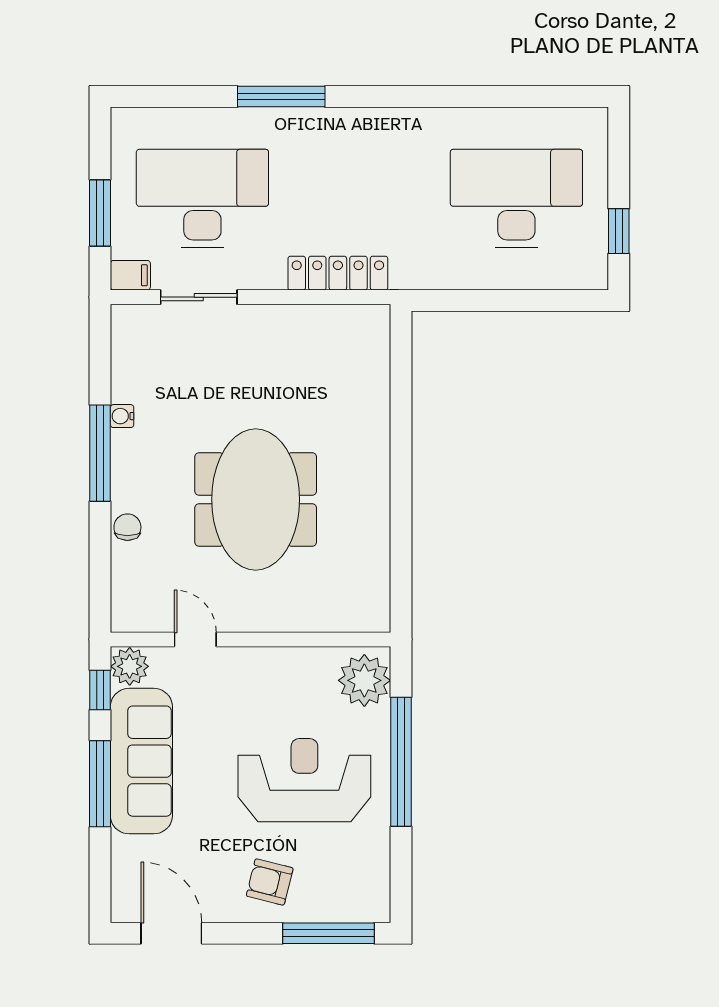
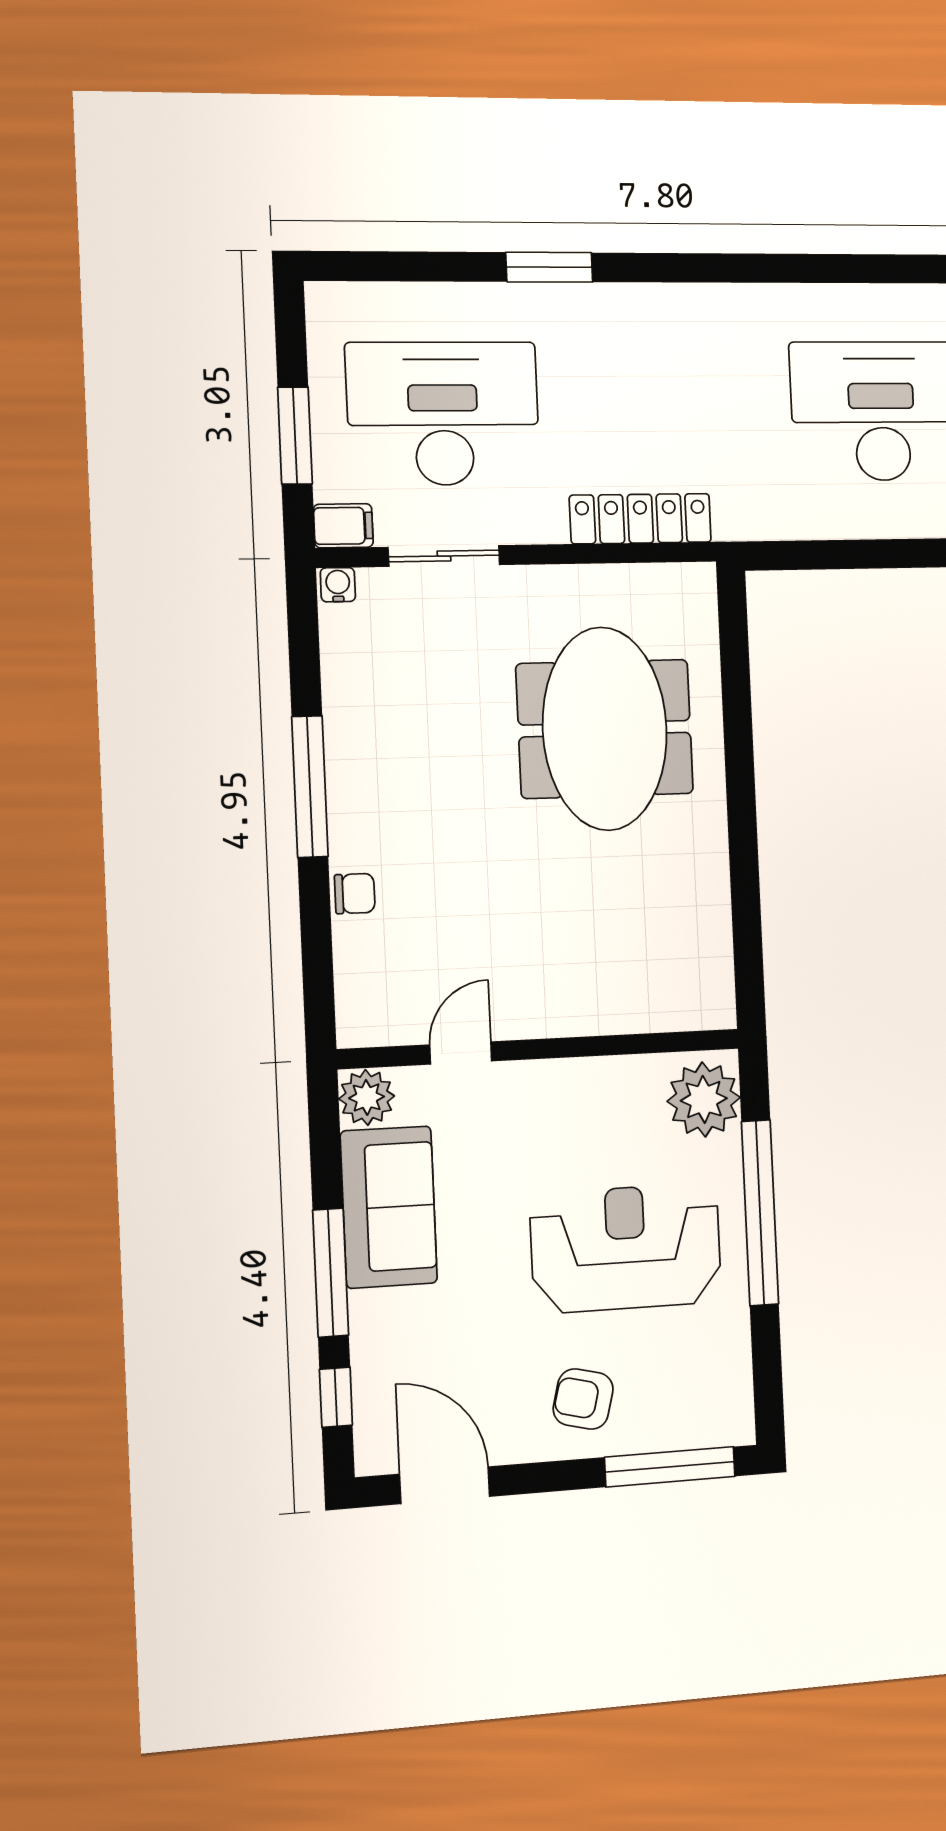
window: (281, 97) -> (549, 267), width x0.69
water cooler: (122, 416) -> (338, 585), moved, turned 90
meeting table: (256, 499) -> (605, 729), moved
chair: (127, 527) -> (355, 894), turned 90
door: (195, 639) -> (461, 1053), hinge flipped
window: (100, 690) -> (336, 1397), moved
sofa: (141, 761) -> (389, 1207), width x0.73

